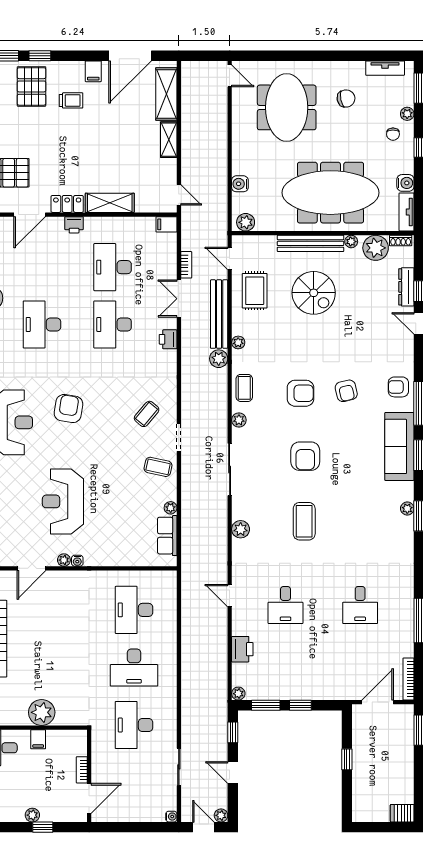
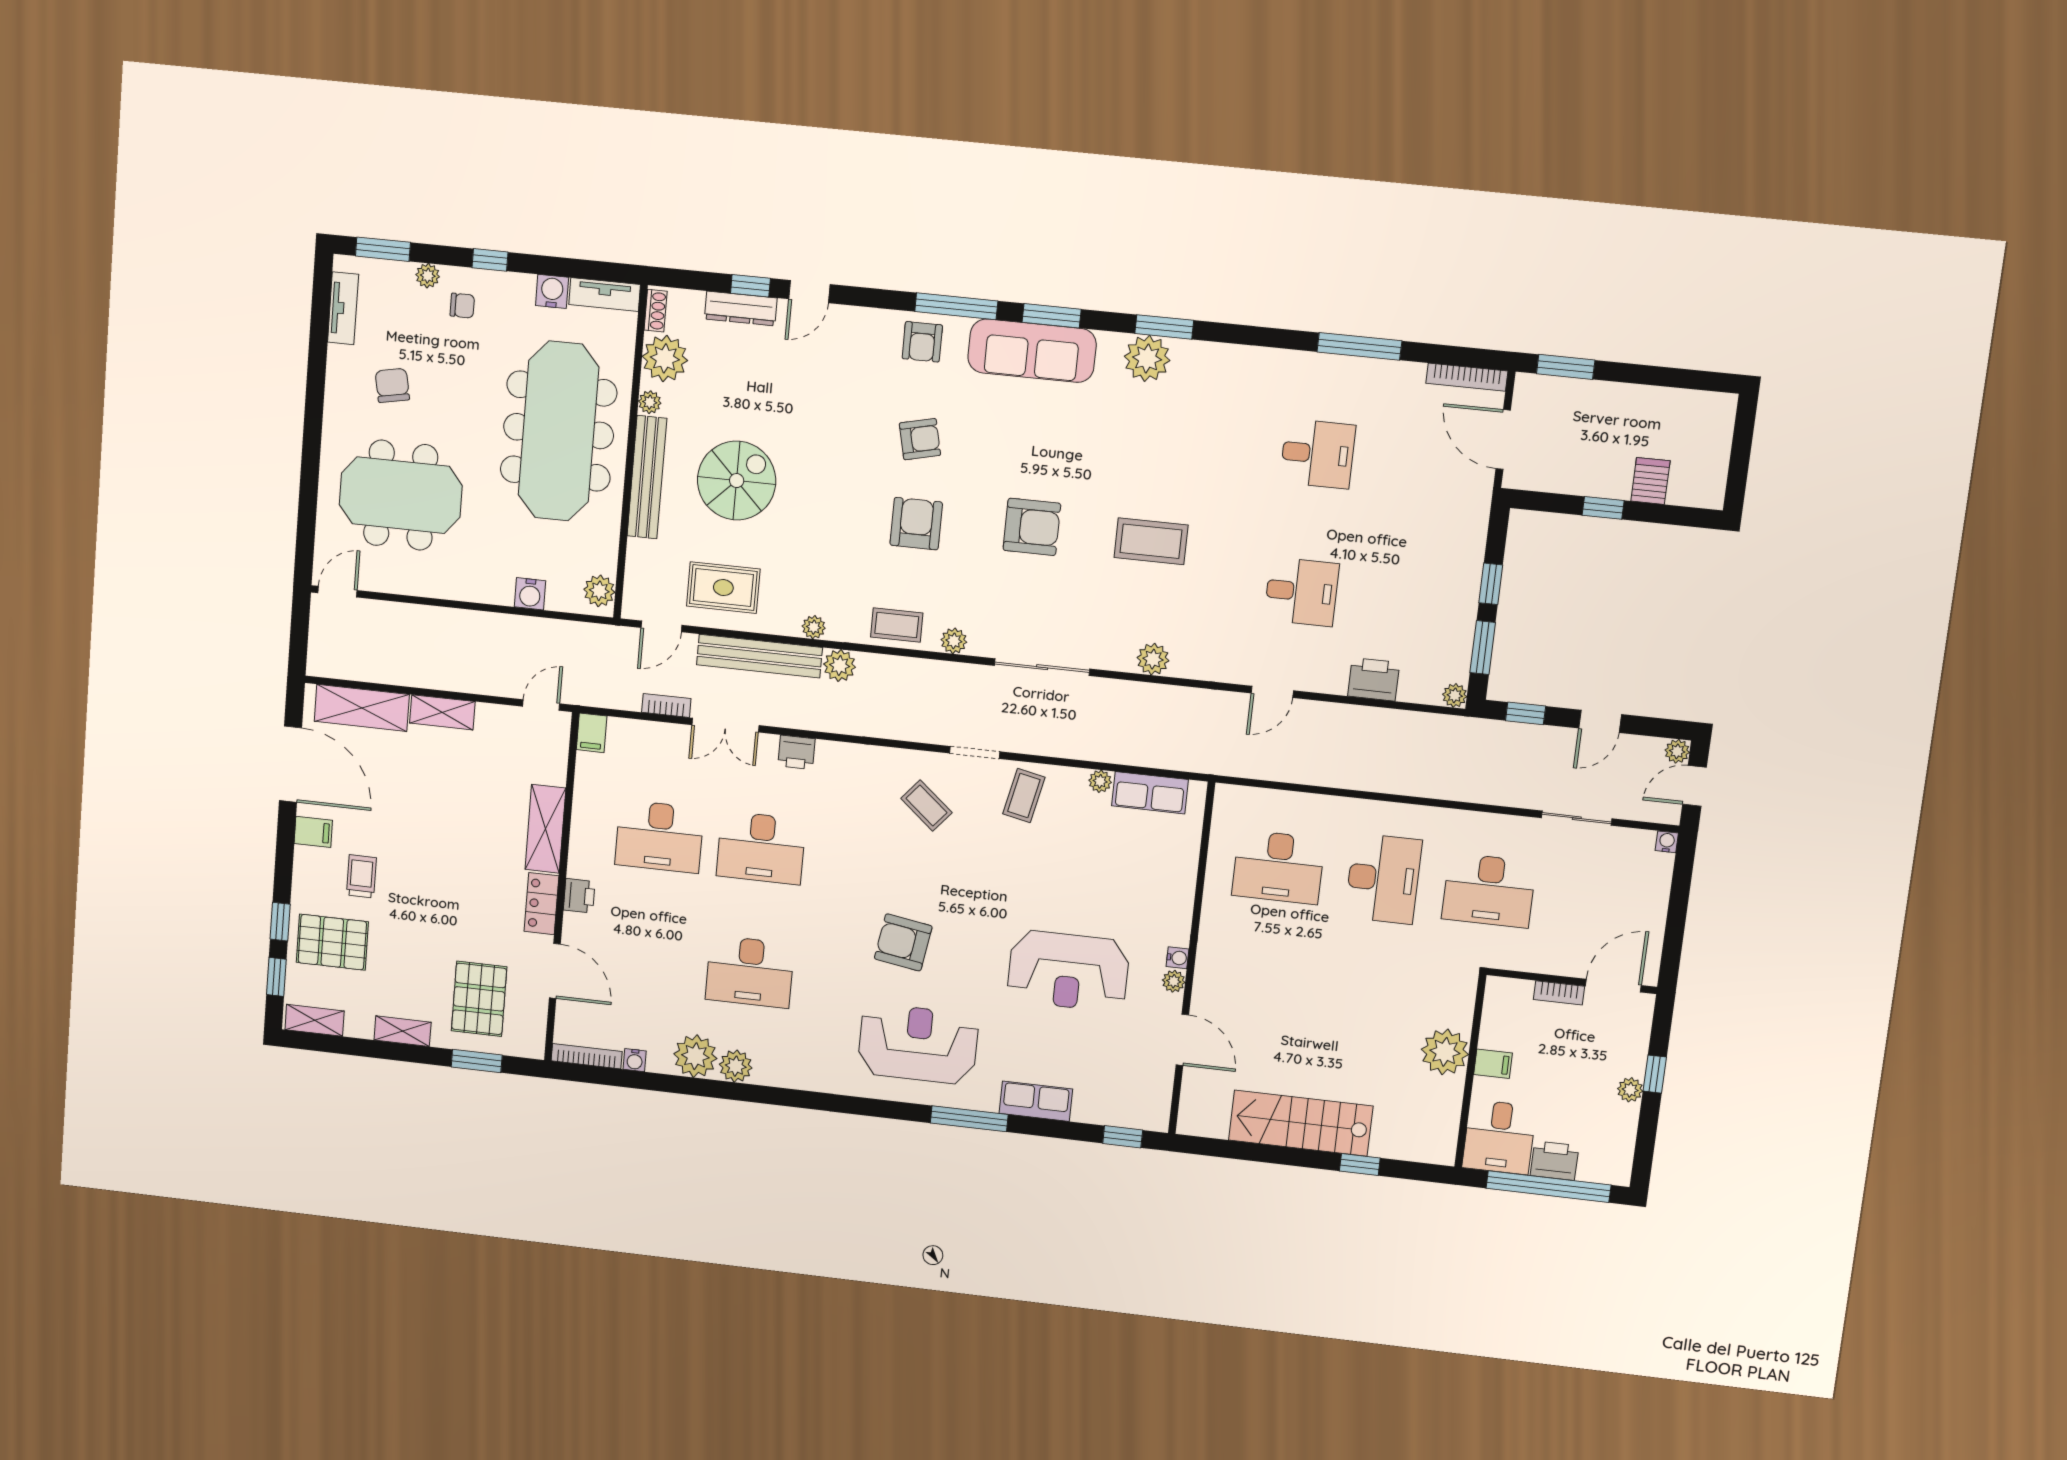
plant: (407, 509) -> (1147, 358), width x1.88, depth x1.88
door: (89, 798) -> (1613, 986), hinge flipped
server rack: (402, 813) -> (1650, 481), moved, turned 180

